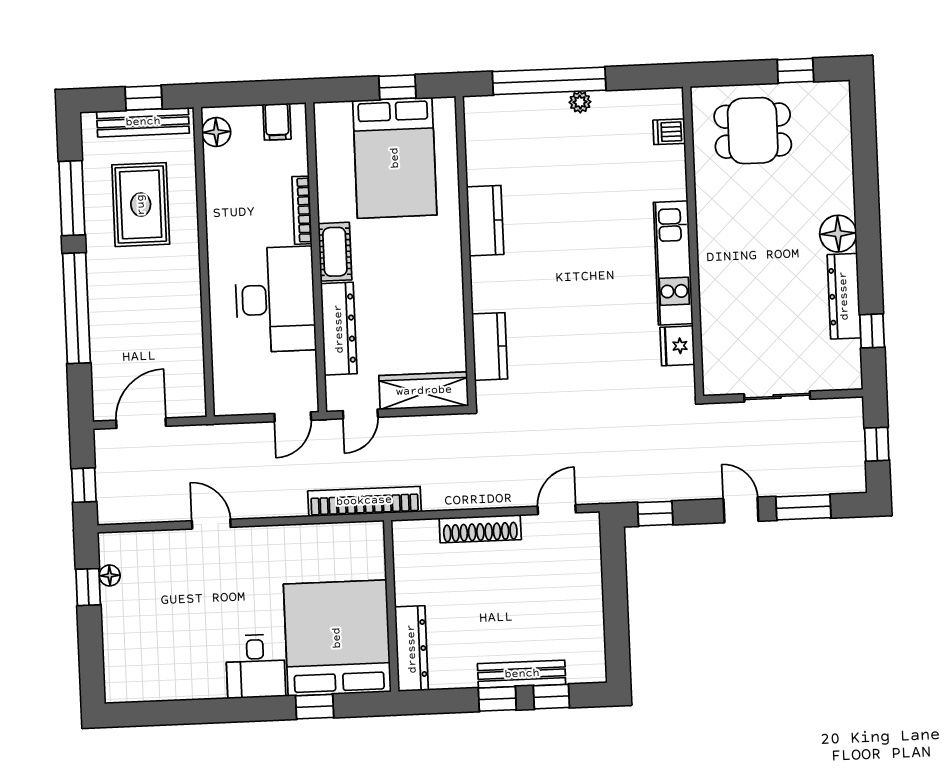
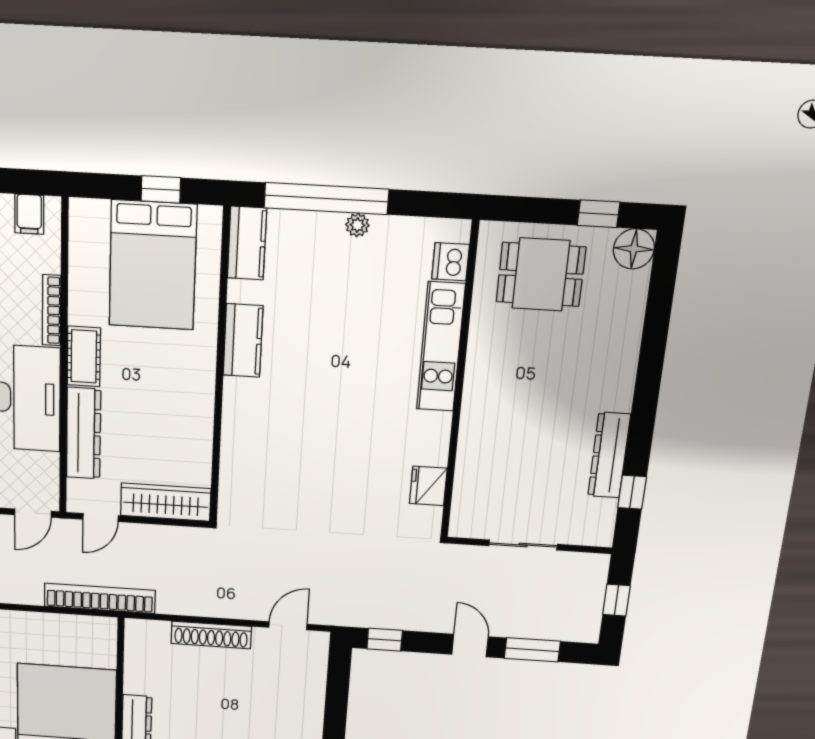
dishwasher: (669, 132) -> (451, 262), width x1.38
floor lamp: (838, 234) -> (634, 249), moved
kitchen unit: (673, 263) -> (441, 347), moved
kitchen counter: (490, 346) -> (247, 243), moved

